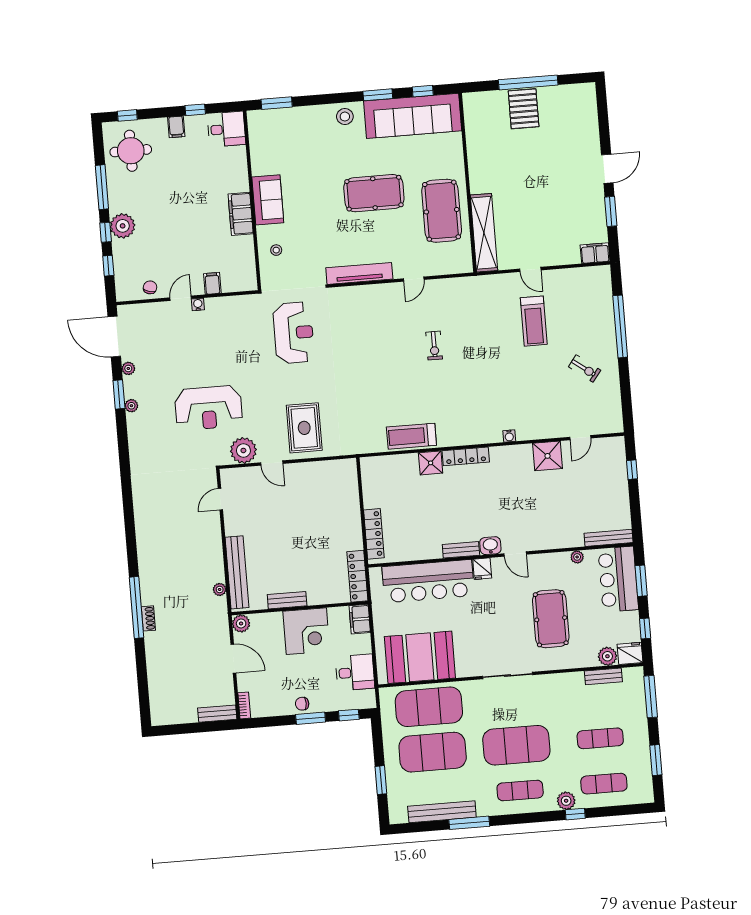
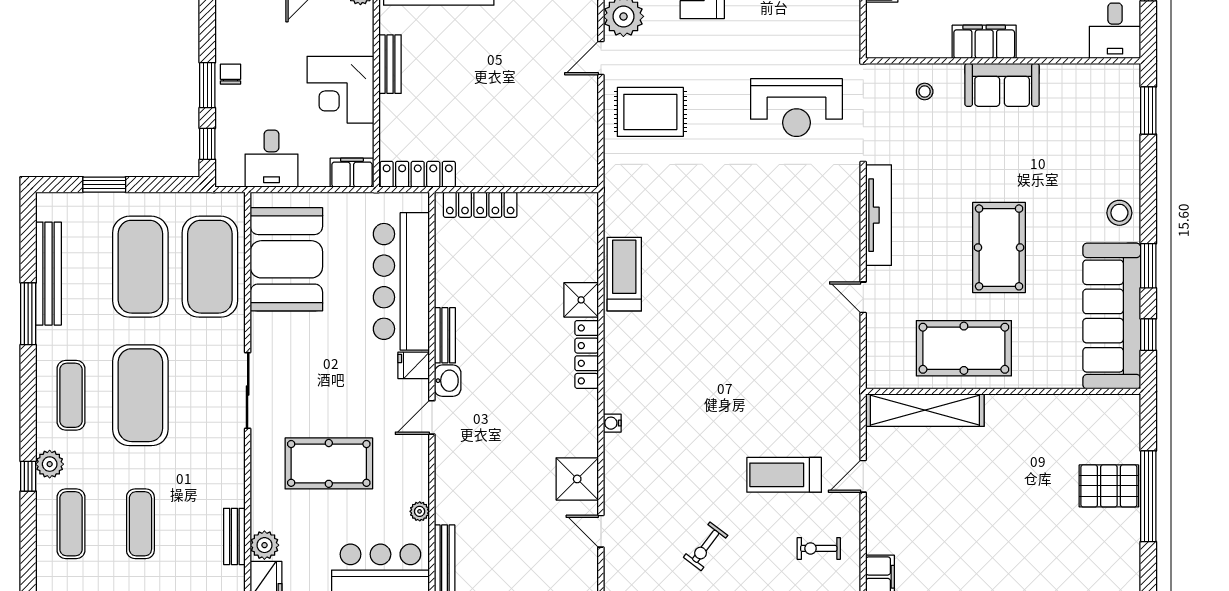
exercise bike: (434, 346) -> (819, 548), moved

